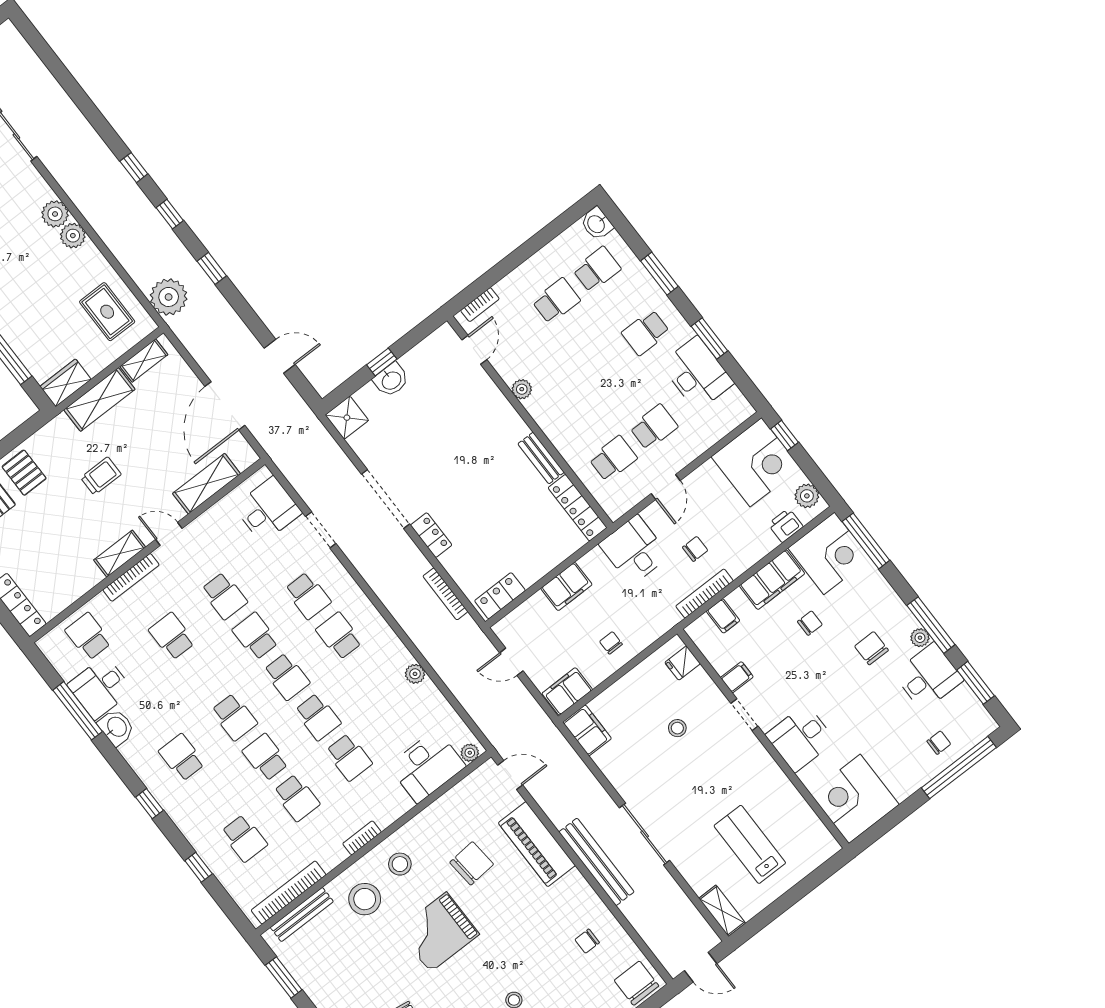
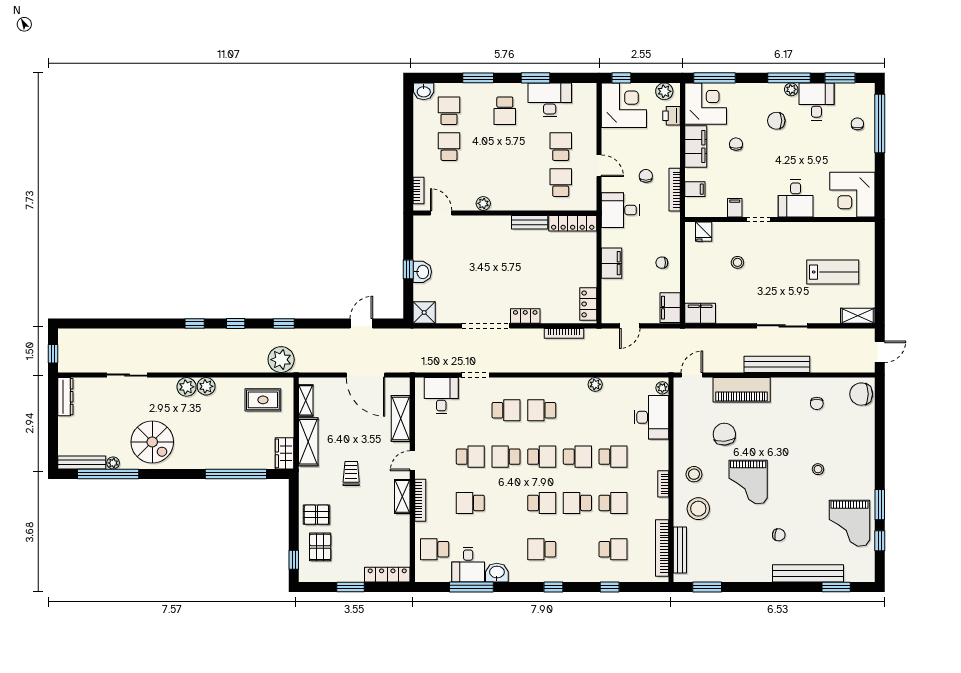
lab bench: (750, 844) -> (833, 272), turned 180

